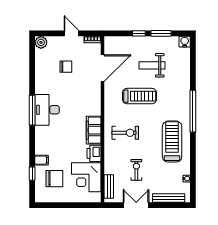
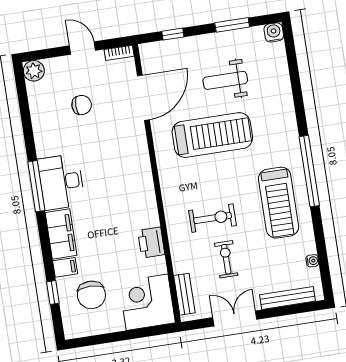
window: (139, 33) -> (173, 34), moved
treadmill: (139, 96) -> (212, 135), width x1.37, depth x1.38
window: (193, 111) -> (309, 171), moved
filing cabinet: (94, 130) -> (61, 234), moved, turned 180
exercise bike: (125, 133) -> (213, 218), moved
treadmill: (172, 142) -> (279, 203), turned 180
corner desk: (86, 177) -> (147, 302), moved, turned 90
chair: (54, 179) -> (91, 295), turned 91

